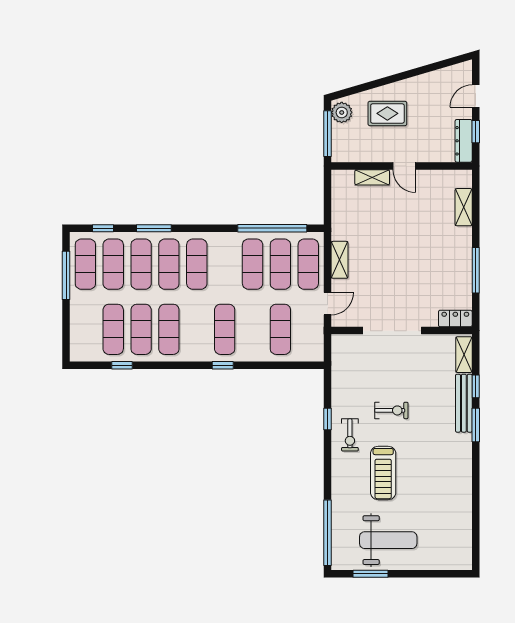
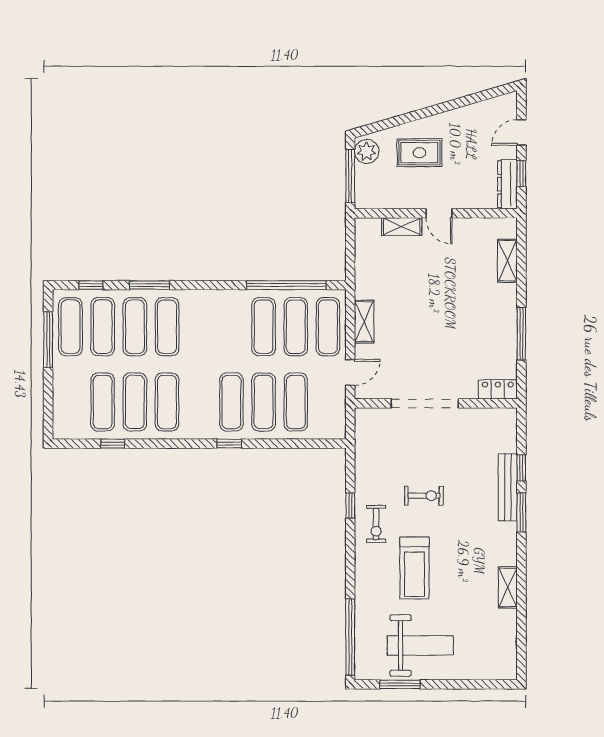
exercise mat: (197, 264) -> (264, 402), moved
shelving: (464, 355) -> (508, 587), moved

